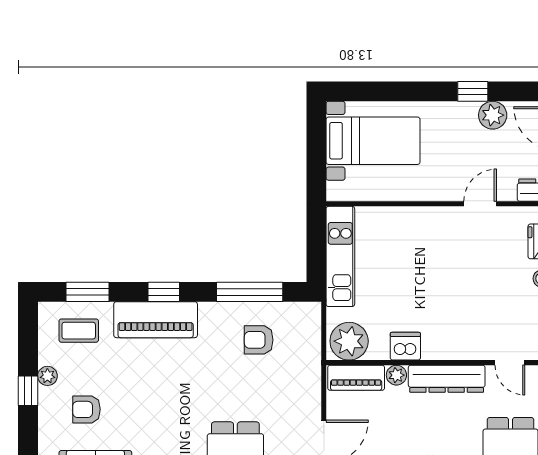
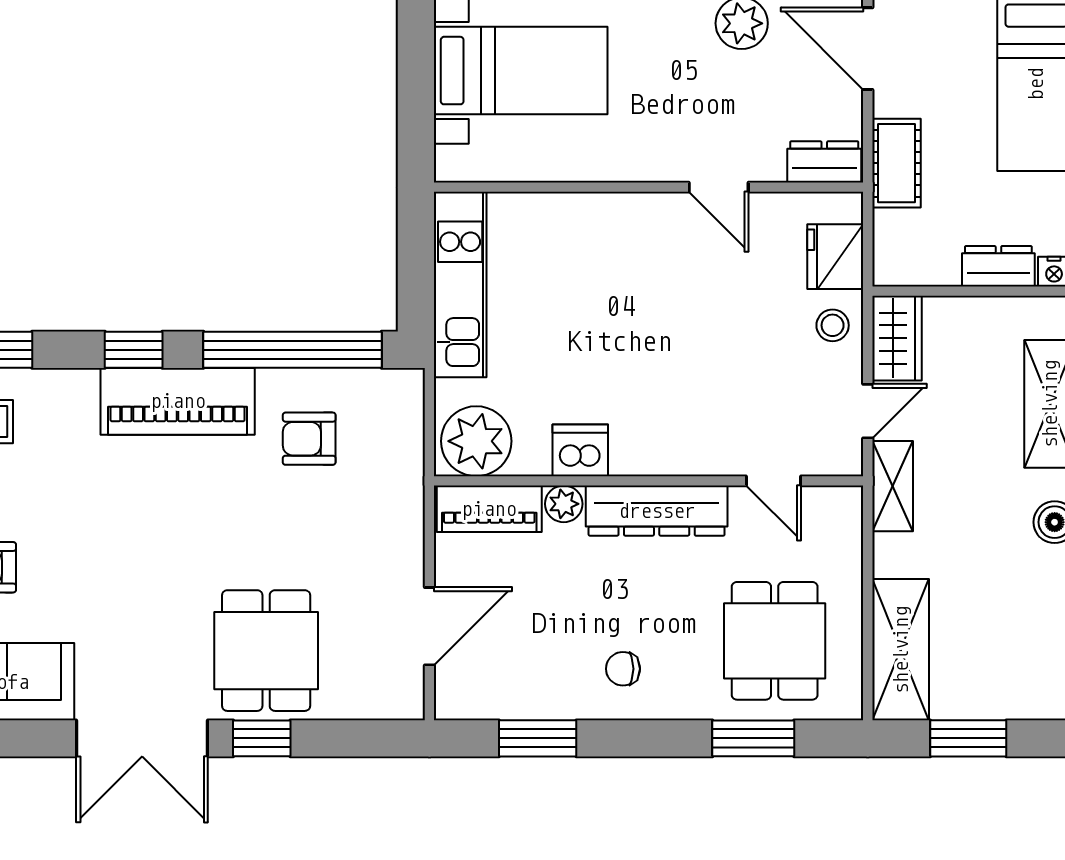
door: (480, 204) -> (719, 187), swing flipped
window: (250, 292) -> (292, 350), width x1.46
piano: (156, 320) -> (178, 401), moved

